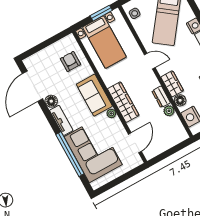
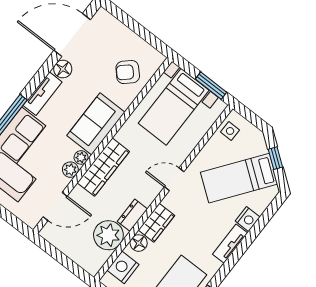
armchair: (70, 61) -> (128, 72), turned -133
door: (150, 61) -> (174, 179), swing flipped
plant: (169, 111) -> (108, 235), width x1.87, depth x1.87
plant: (116, 123) -> (70, 170), added

